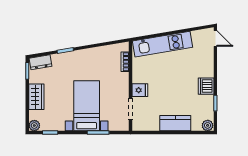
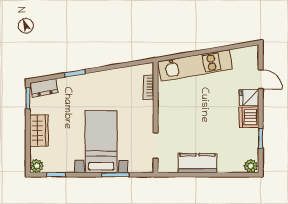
door: (215, 38) -> (261, 79), moved
fridge: (140, 90) -> (249, 98), moved, turned 180
kitchen counter: (175, 123) -> (197, 163), moved

